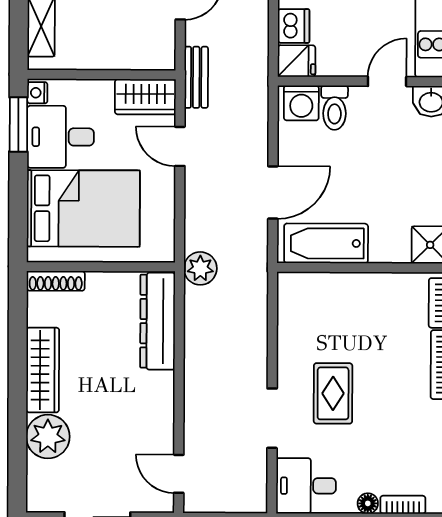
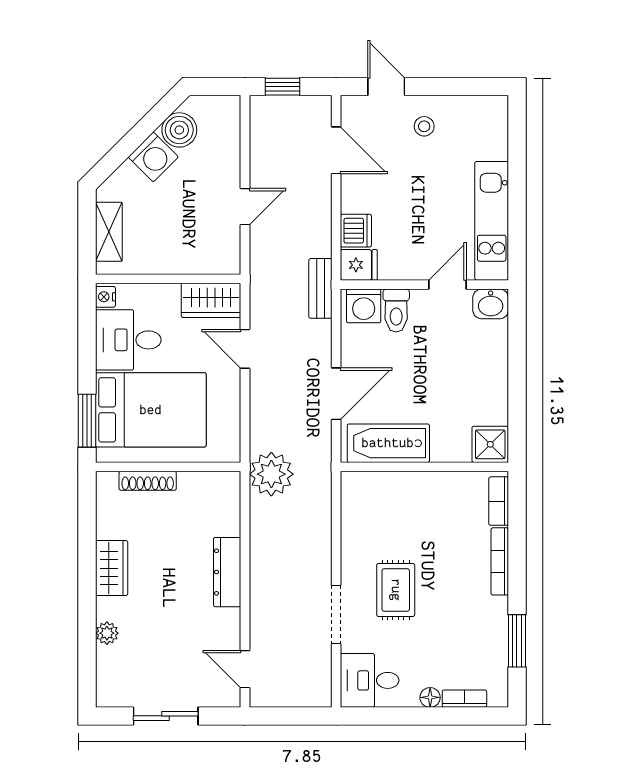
bench: (196, 77) -> (320, 288), moved
window: (18, 124) -> (87, 421), moved
plant: (200, 268) -> (271, 474), width x1.36, depth x1.36
shoe rack: (56, 281) -> (148, 481), moved
dresser: (158, 321) -> (227, 572), moved, width x0.73, depth x0.80
wardrobe: (43, 370) -> (112, 568), width x0.67
plant: (48, 437) -> (107, 633), width x0.53, depth x0.53

